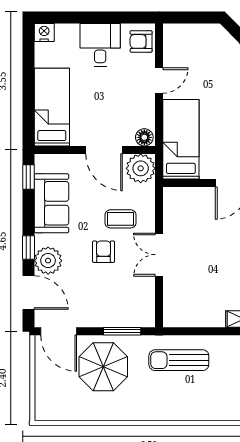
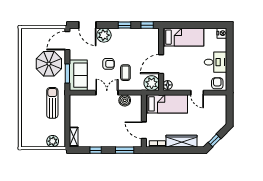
sofa: (51, 203) -> (78, 75), moved, turned -90
boiler: (174, 220) -> (125, 100), added
window: (28, 247) -> (124, 25), moved
door: (28, 293) -> (87, 25), hinge flipped

